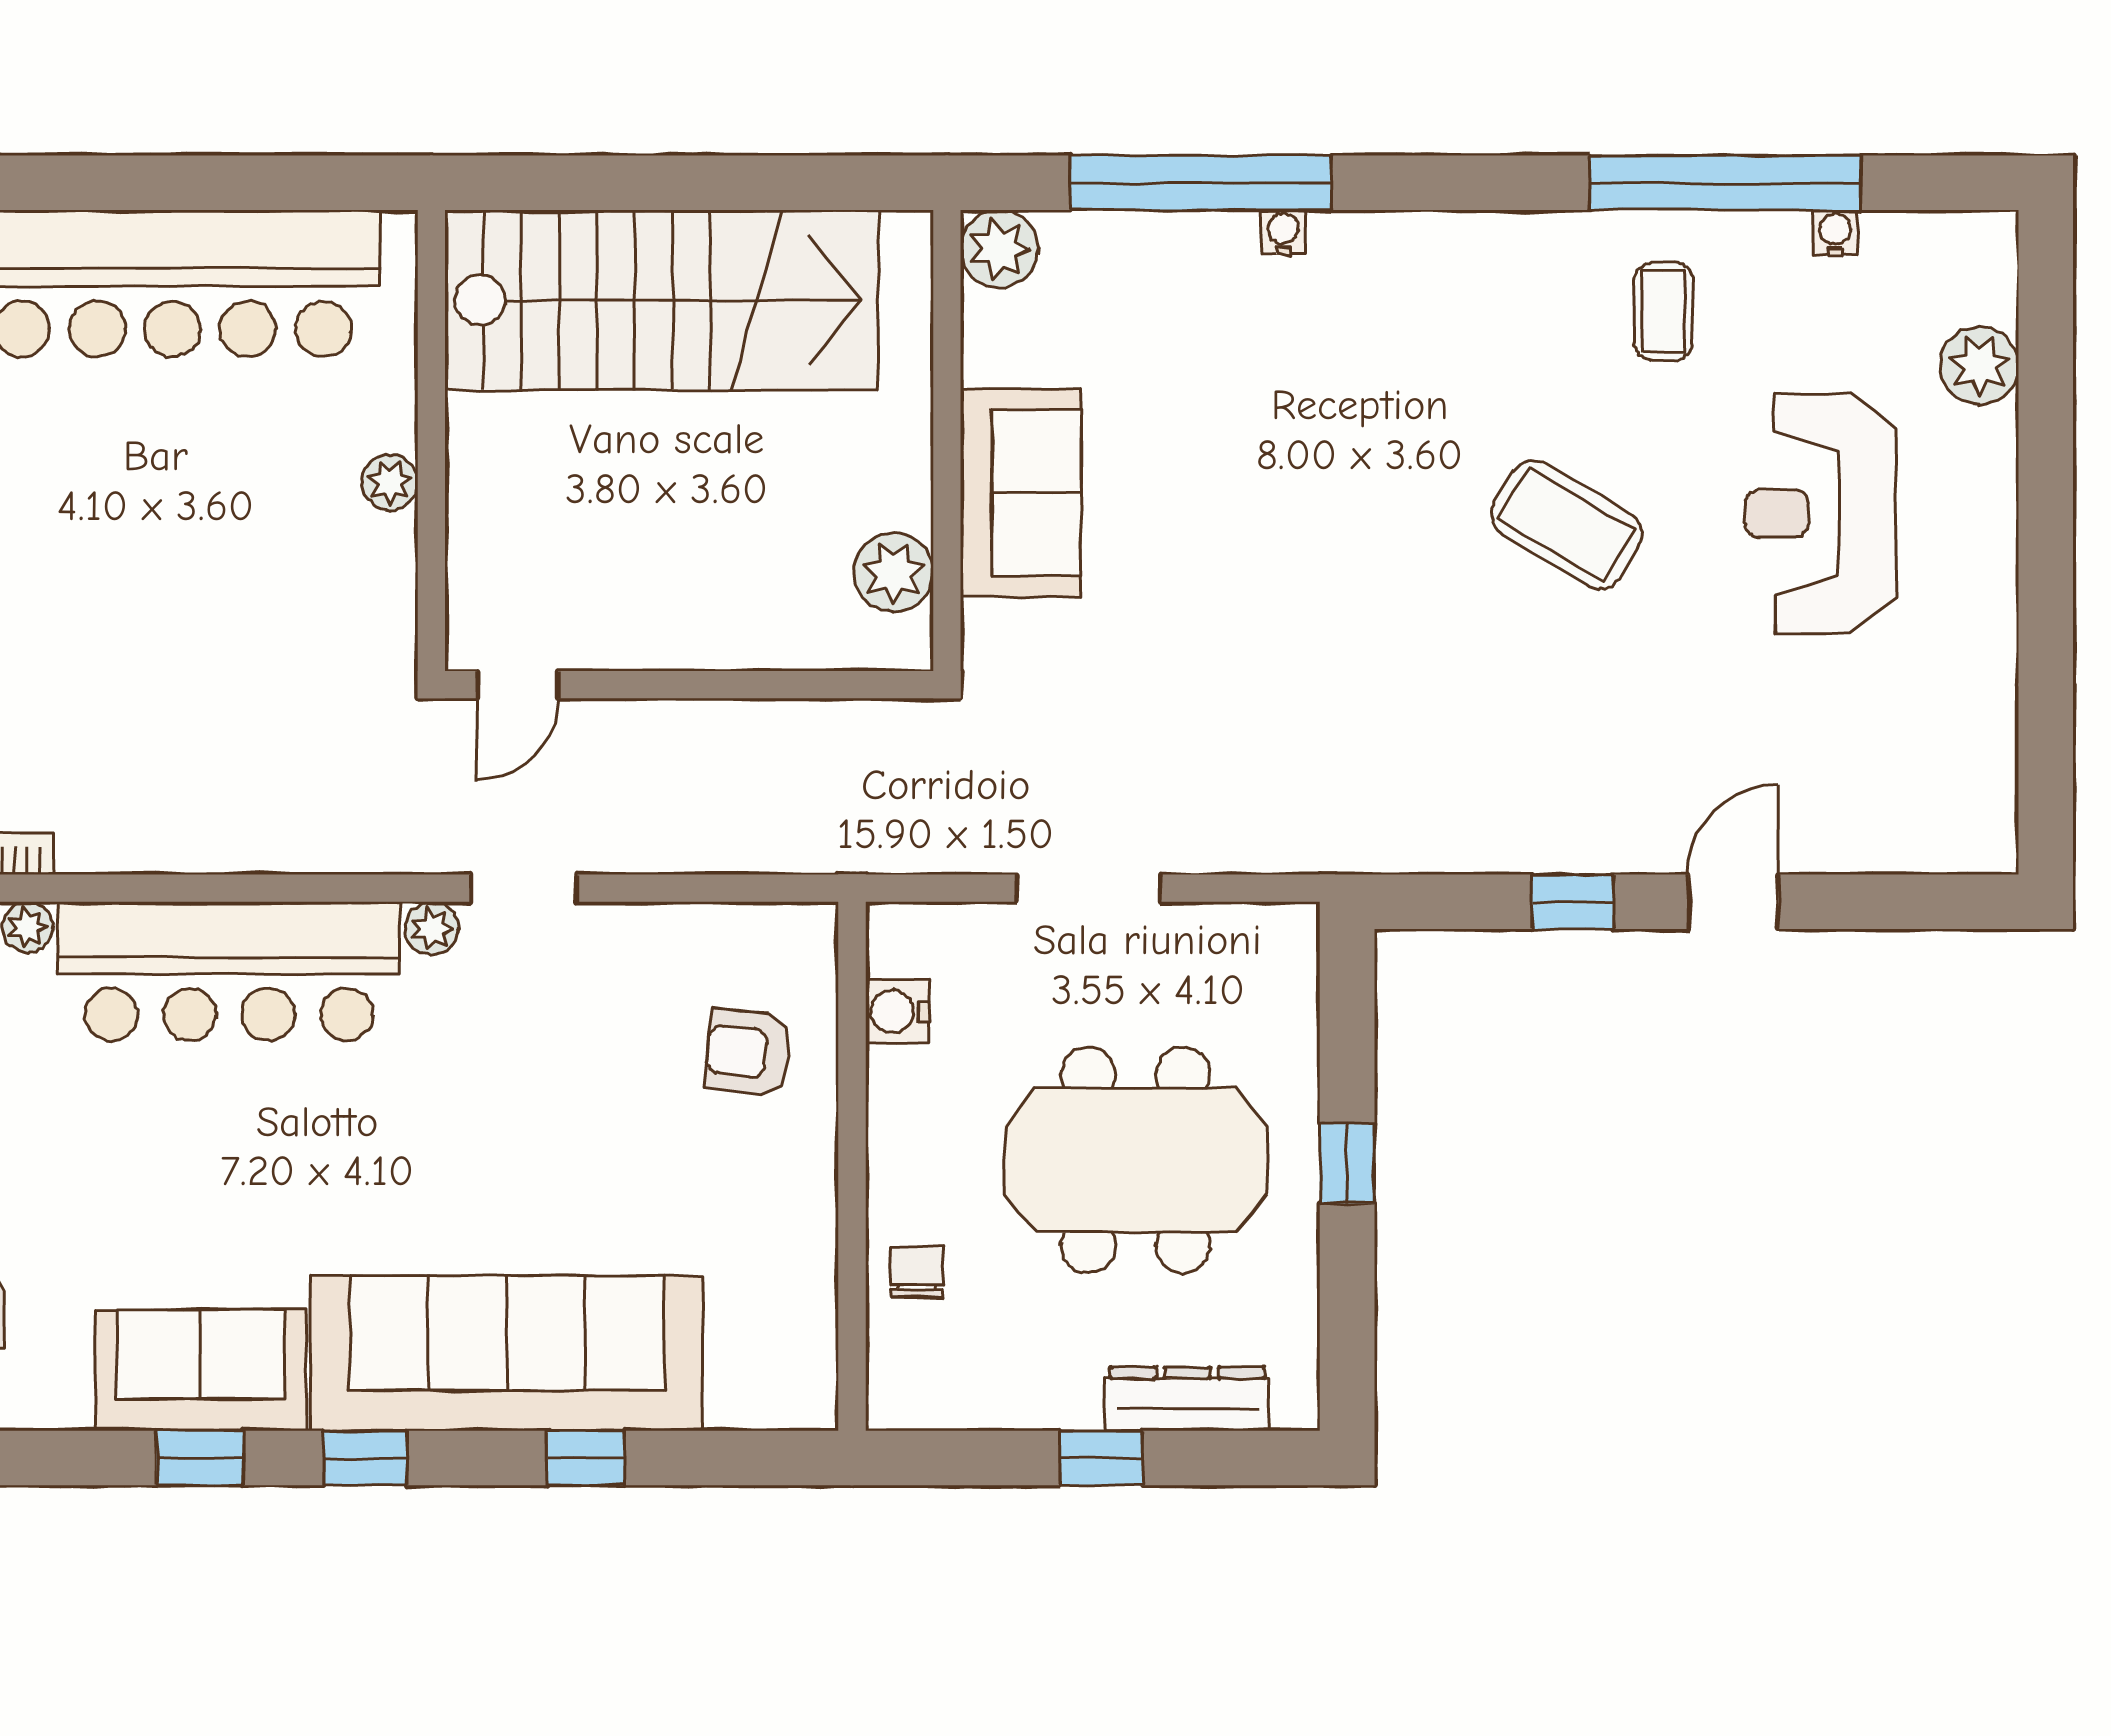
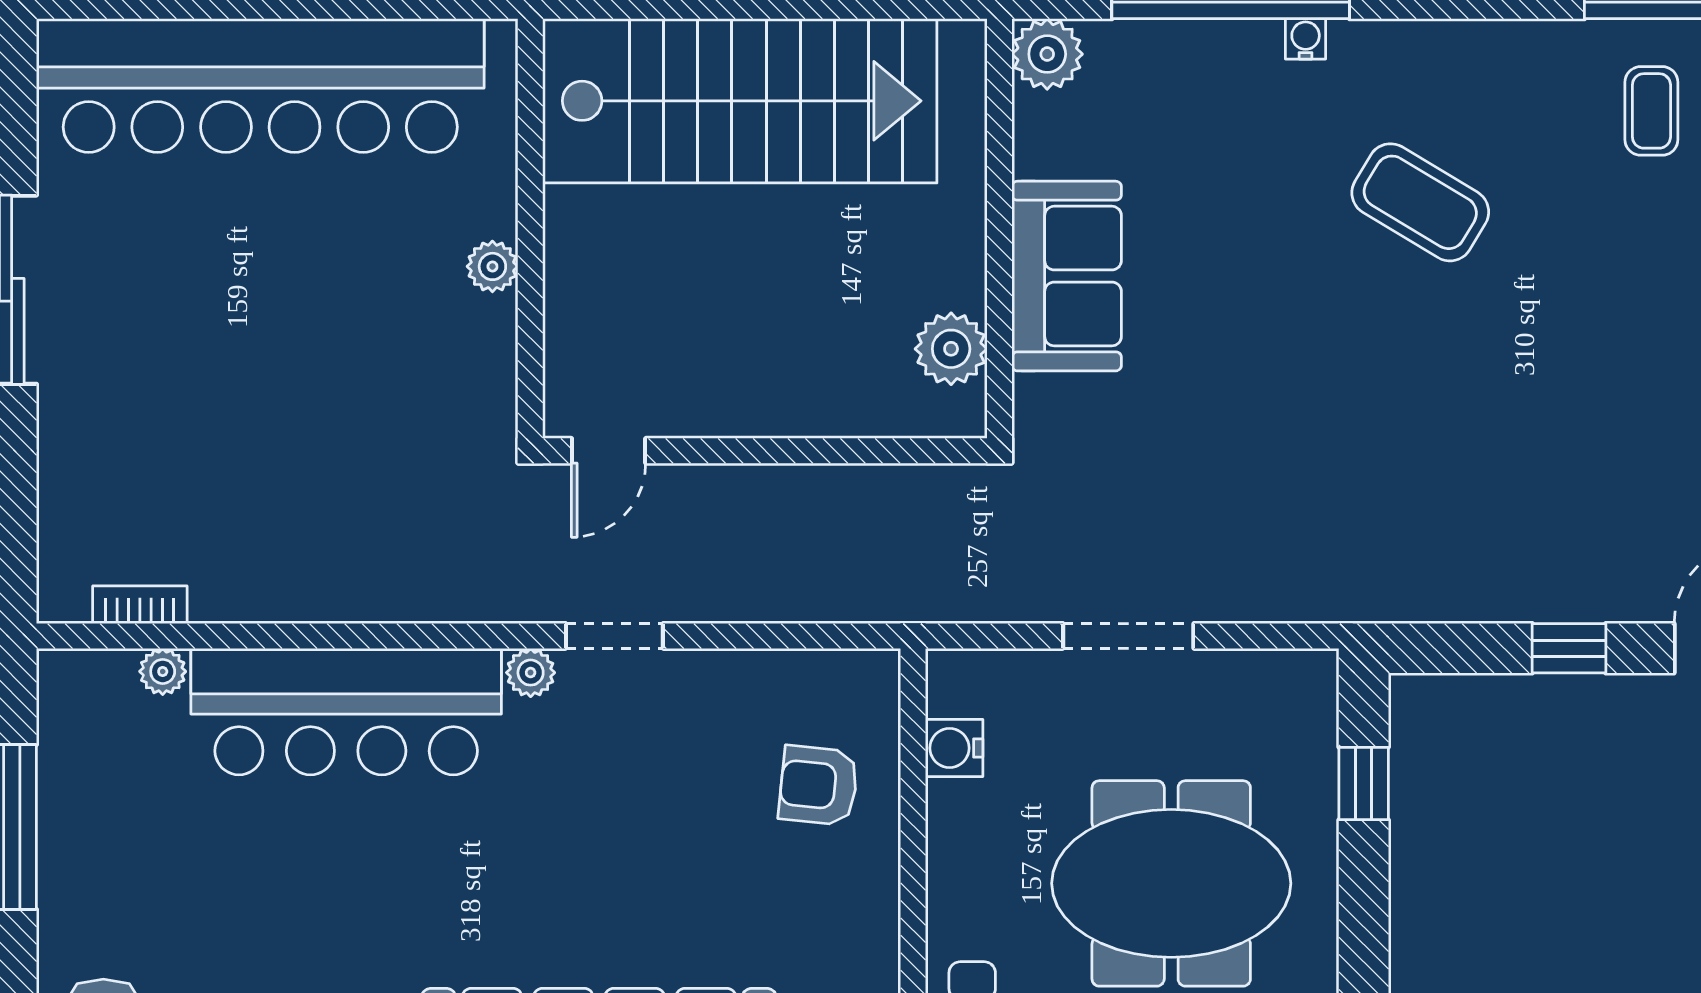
coffee table: (1566, 525) -> (1420, 202), moved
window: (1347, 1164) -> (1364, 783), moved

